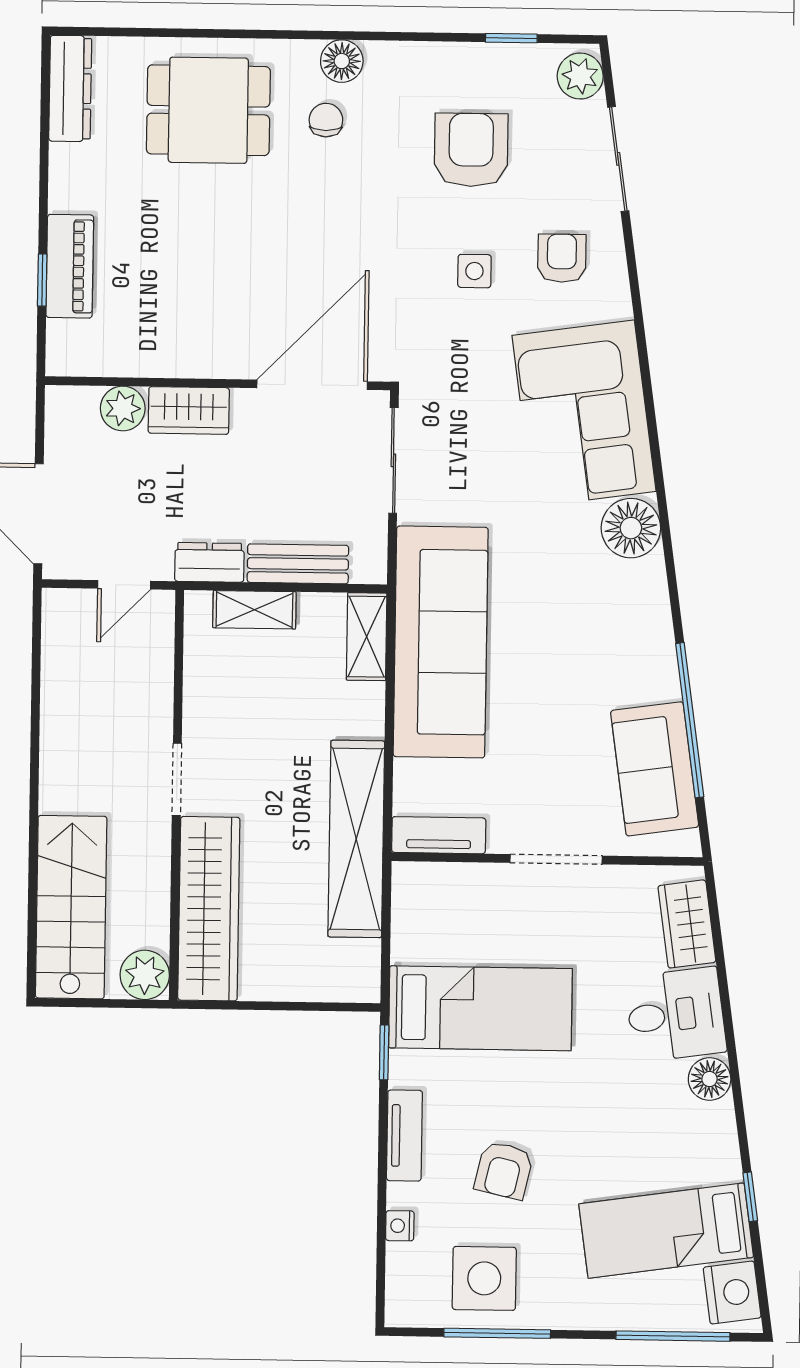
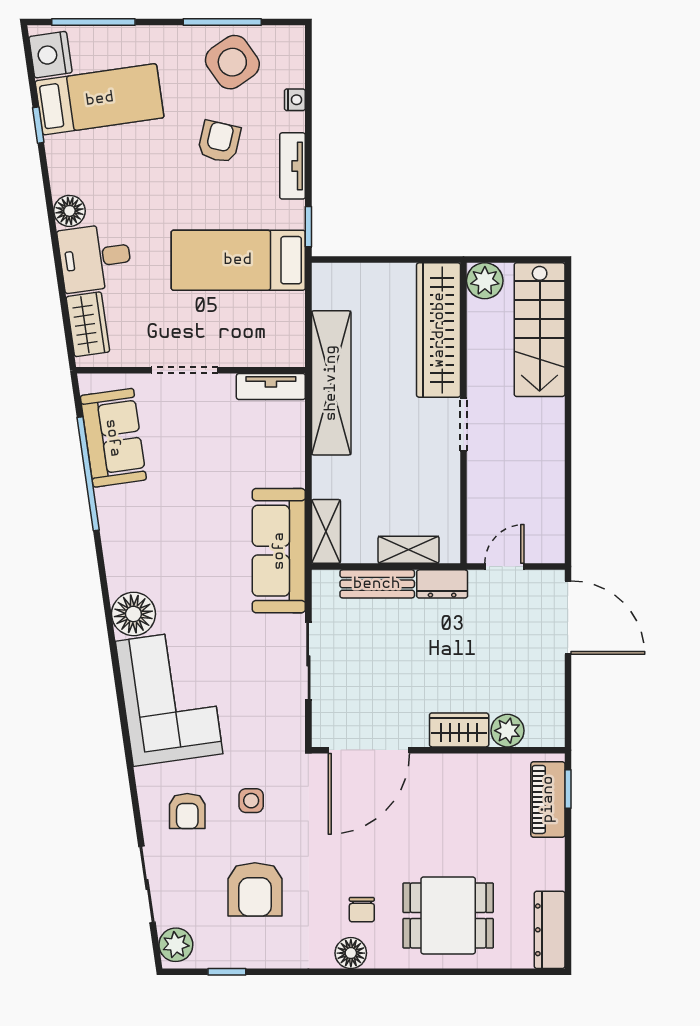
wall: (218, 383) -> (438, 750), moved
door: (312, 385) -> (369, 750), moved
plant: (123, 408) -> (507, 731), moved
wardrobe: (189, 410) -> (459, 730), moved
sofa: (441, 642) -> (279, 551), width x0.74, depth x0.79
side table: (484, 1278) -> (232, 62), turned -35

